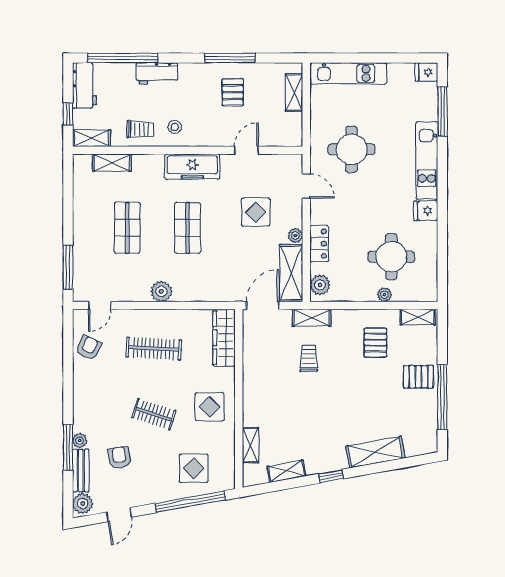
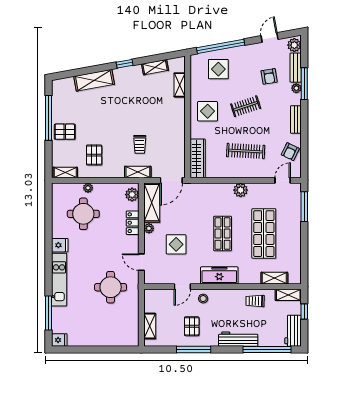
workbench: (157, 73) -> (238, 339), width x1.38
kitchen unit: (348, 73) -> (113, 339), removed
stool: (175, 127) -> (203, 299), moved
shop shelf: (127, 228) -> (264, 234), width x1.43, depth x1.36
bench: (80, 395) -> (296, 119), added
clothes rail: (154, 414) -> (246, 106), turned -36

